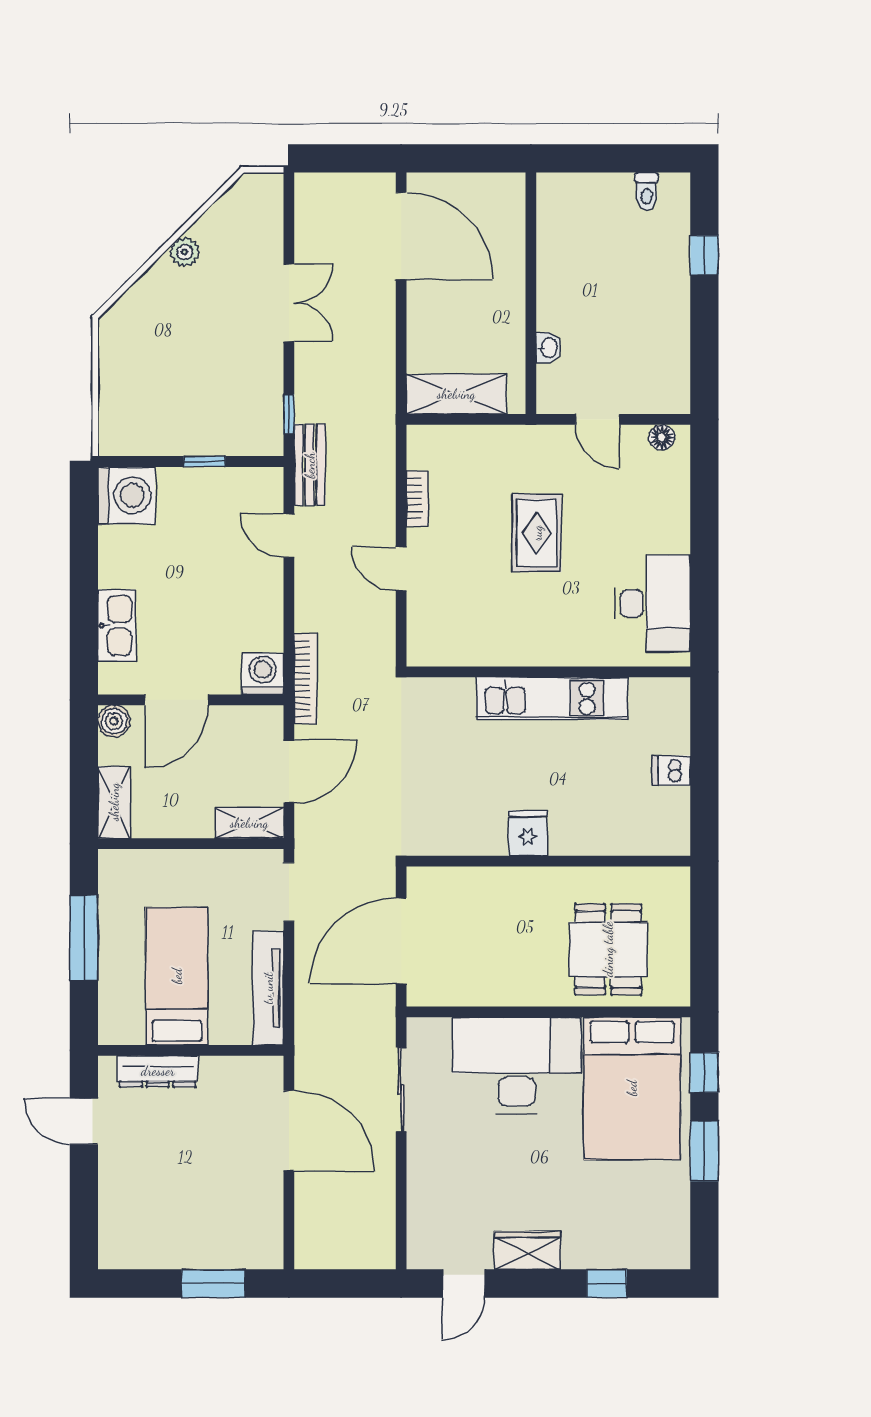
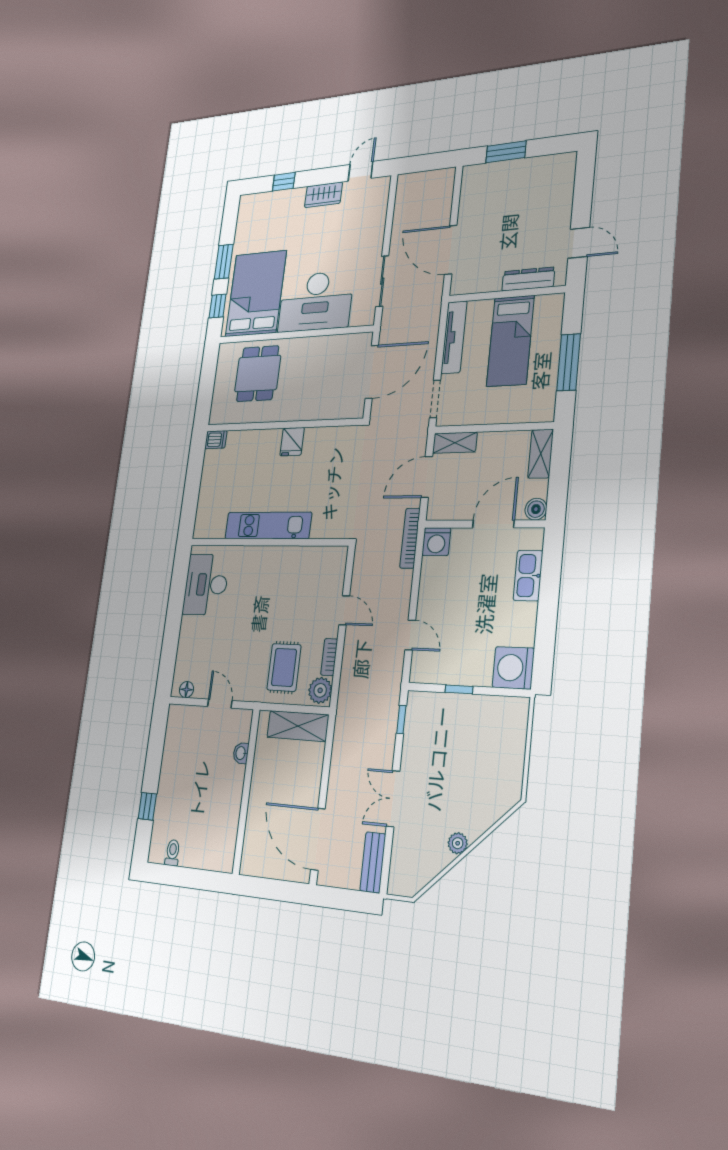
plant: (426, 448) -> (320, 690), added
bench: (310, 465) -> (373, 862), moved
rug: (537, 533) -> (284, 667), moved
dishwasher: (671, 770) -> (216, 440), moved

